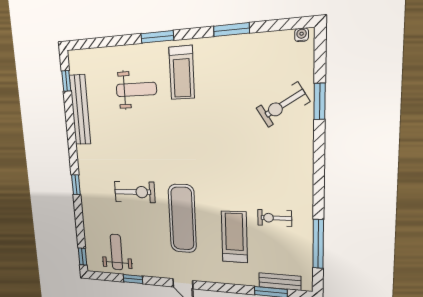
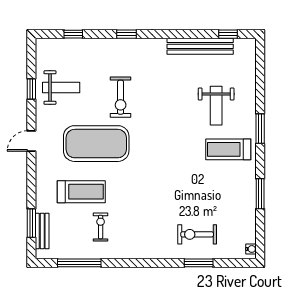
exercise bike: (283, 105) -> (197, 234), turned -59
exercise mat: (182, 219) -> (96, 144), width x1.47
weight bench: (116, 252) -> (61, 88), moved
window: (83, 257) -> (73, 34), moved

